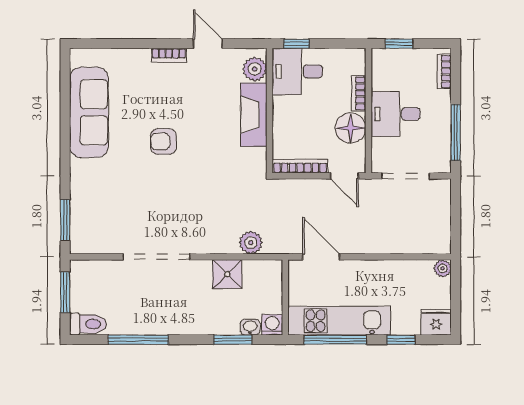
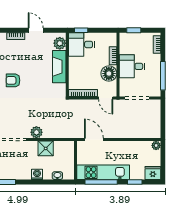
plant: (251, 243) -> (36, 132), moved
washing machine: (272, 325) -> (37, 174), moved
window: (233, 340) -> (49, 182), removed

